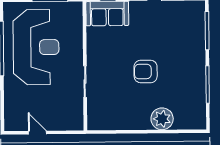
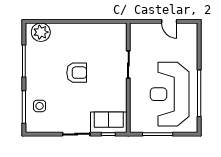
side table: (189, 32) -> (40, 106), added
plant: (162, 119) -> (41, 32), moved

